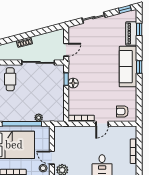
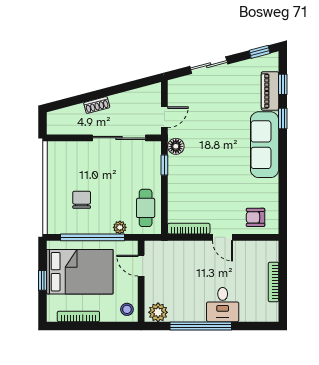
window: (139, 67) -> (283, 119), moved
cafe table: (10, 79) -> (146, 208), moved
floor lamp: (73, 83) -> (176, 146), moved
chair: (15, 101) -> (82, 200), added
door: (102, 124) -> (223, 237), hinge flipped
door: (52, 158) -> (141, 266), moved

